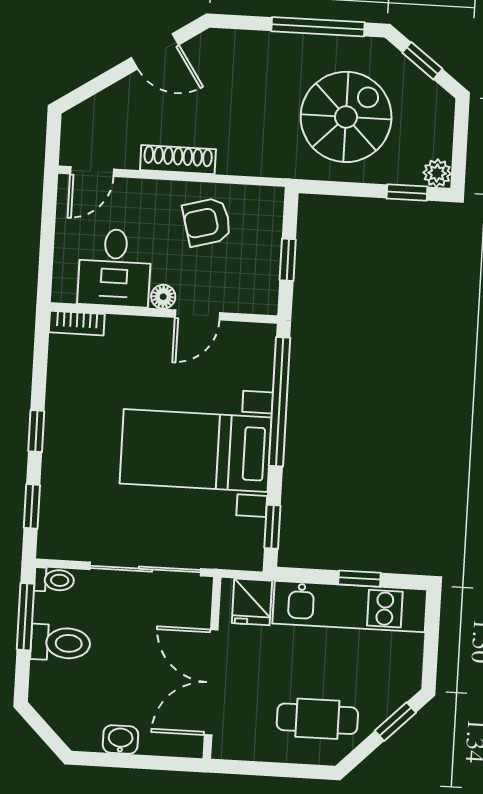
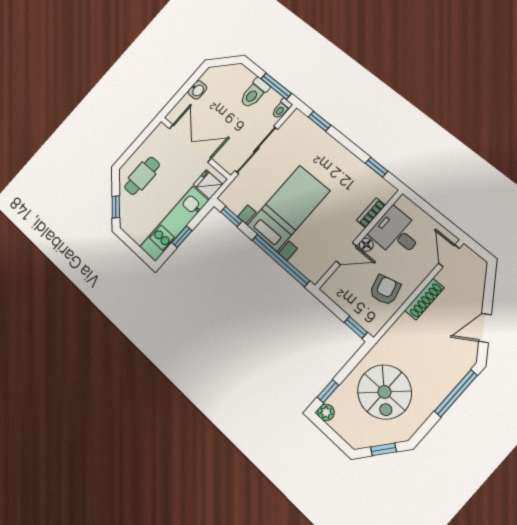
window: (318, 27) -> (456, 393), moved
window: (288, 260) -> (356, 327), moved
door: (197, 315) -> (346, 254), swing flipped
bookcase: (77, 323) -> (371, 213), moved
window: (36, 431) -> (377, 167), moved

